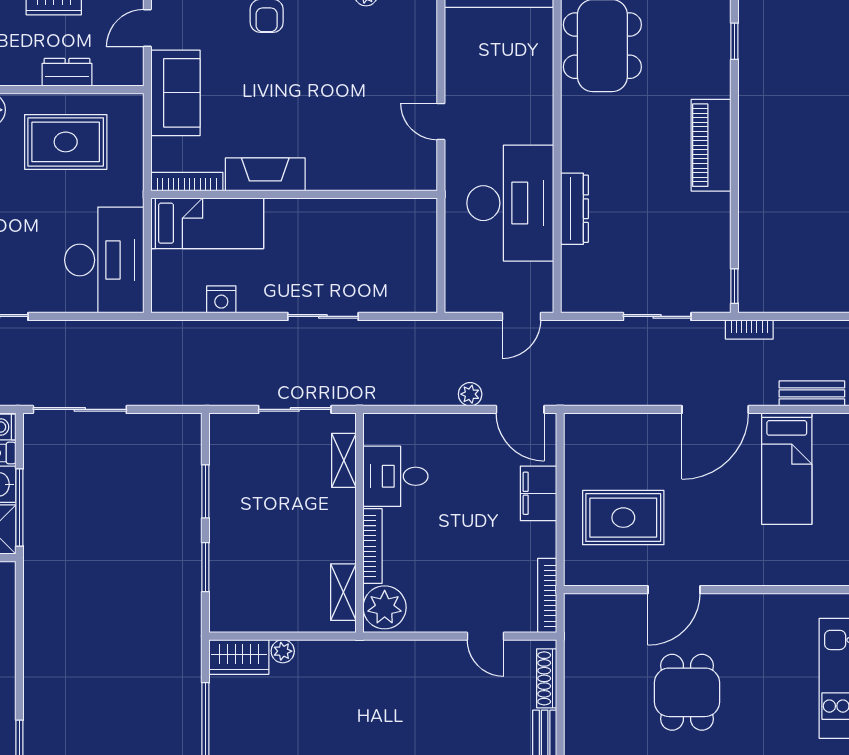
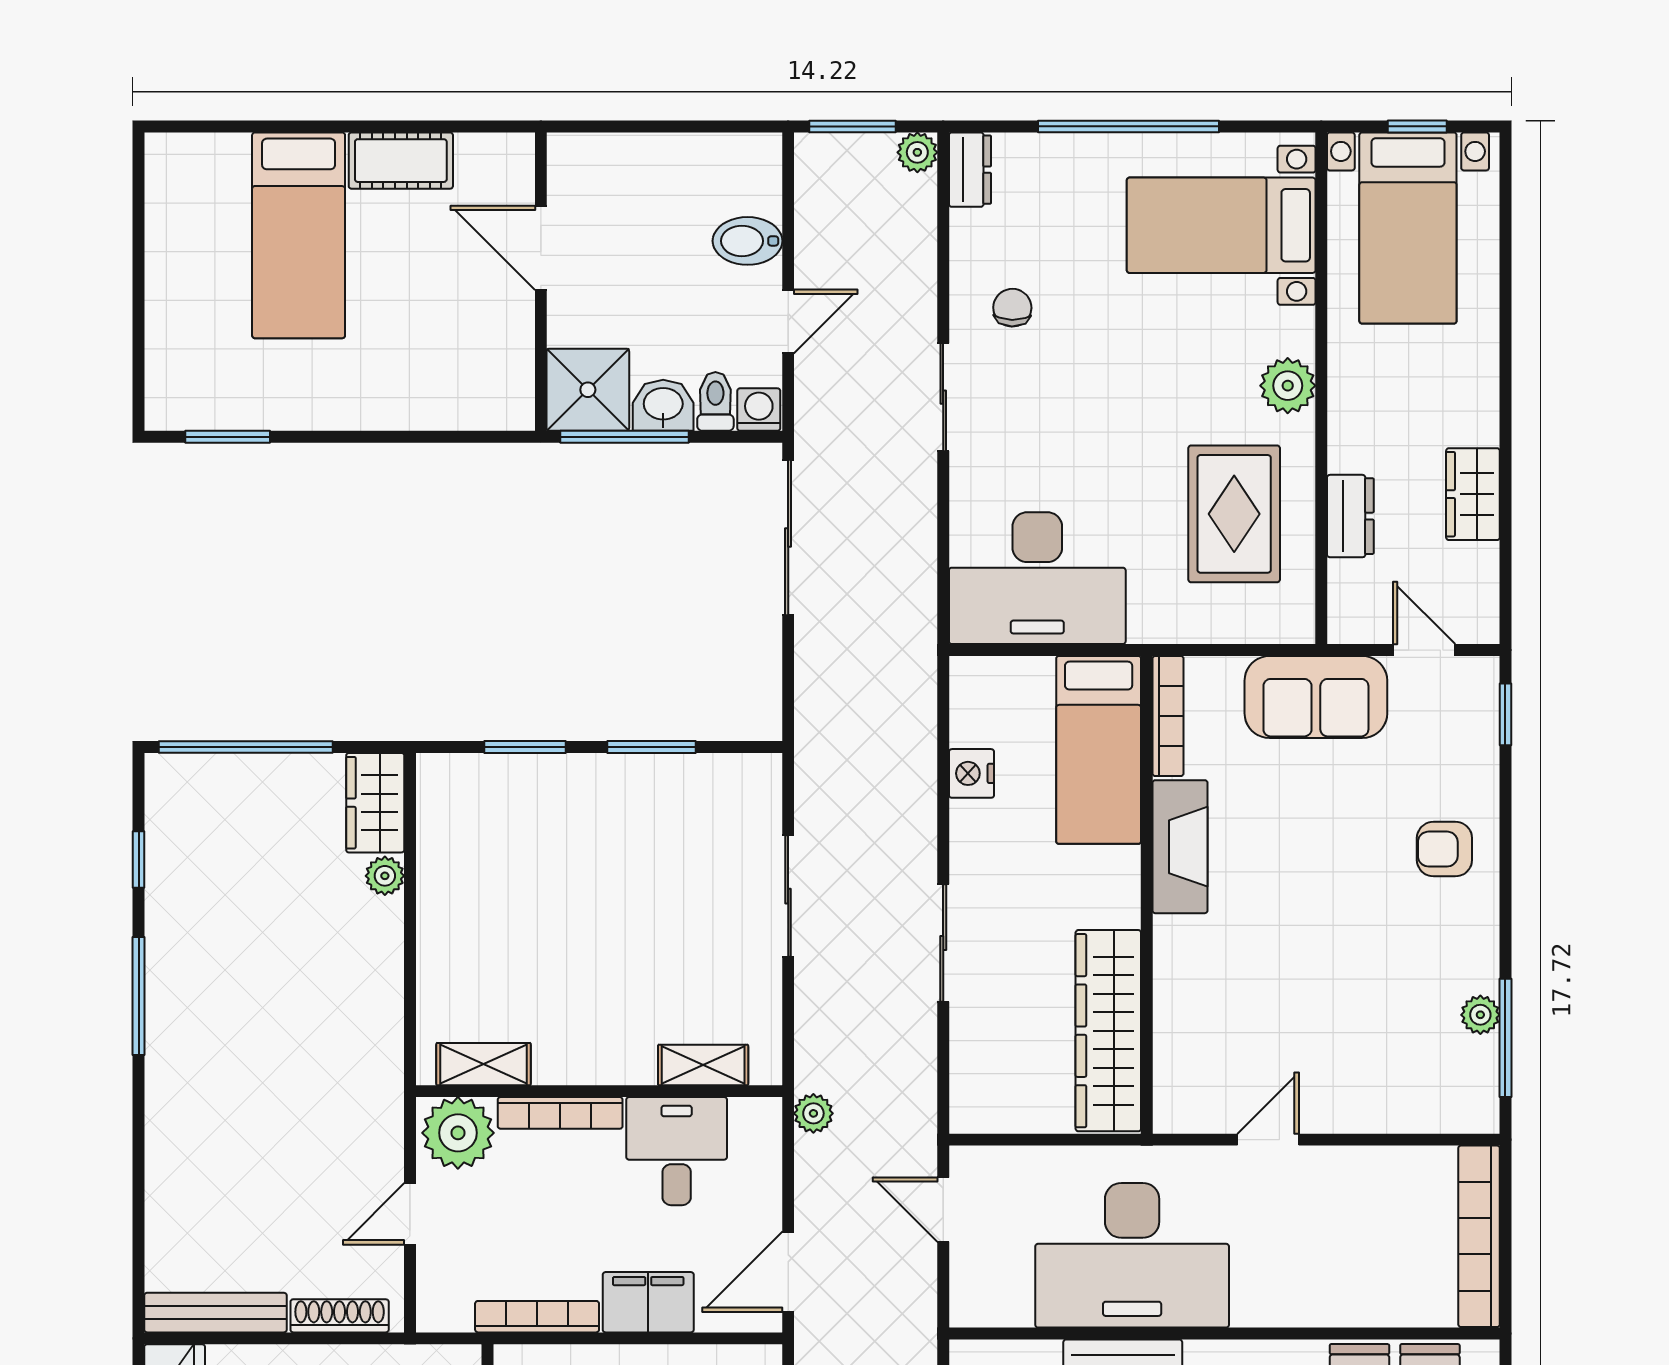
wardrobe: (376, 217) -> (1108, 1031), added
door: (521, 316) -> (943, 1210), moved
plant: (470, 394) -> (813, 1113), moved
shelving: (344, 460) -> (703, 1065), moved
desk: (395, 476) -> (677, 1151), moved
wall: (359, 523) -> (599, 1091), moved
bookcase: (373, 546) -> (560, 1113), moved
shelving: (343, 592) -> (484, 1064), moved
bookcase: (547, 596) -> (537, 1317), moved
plant: (385, 607) -> (458, 1133), moved

